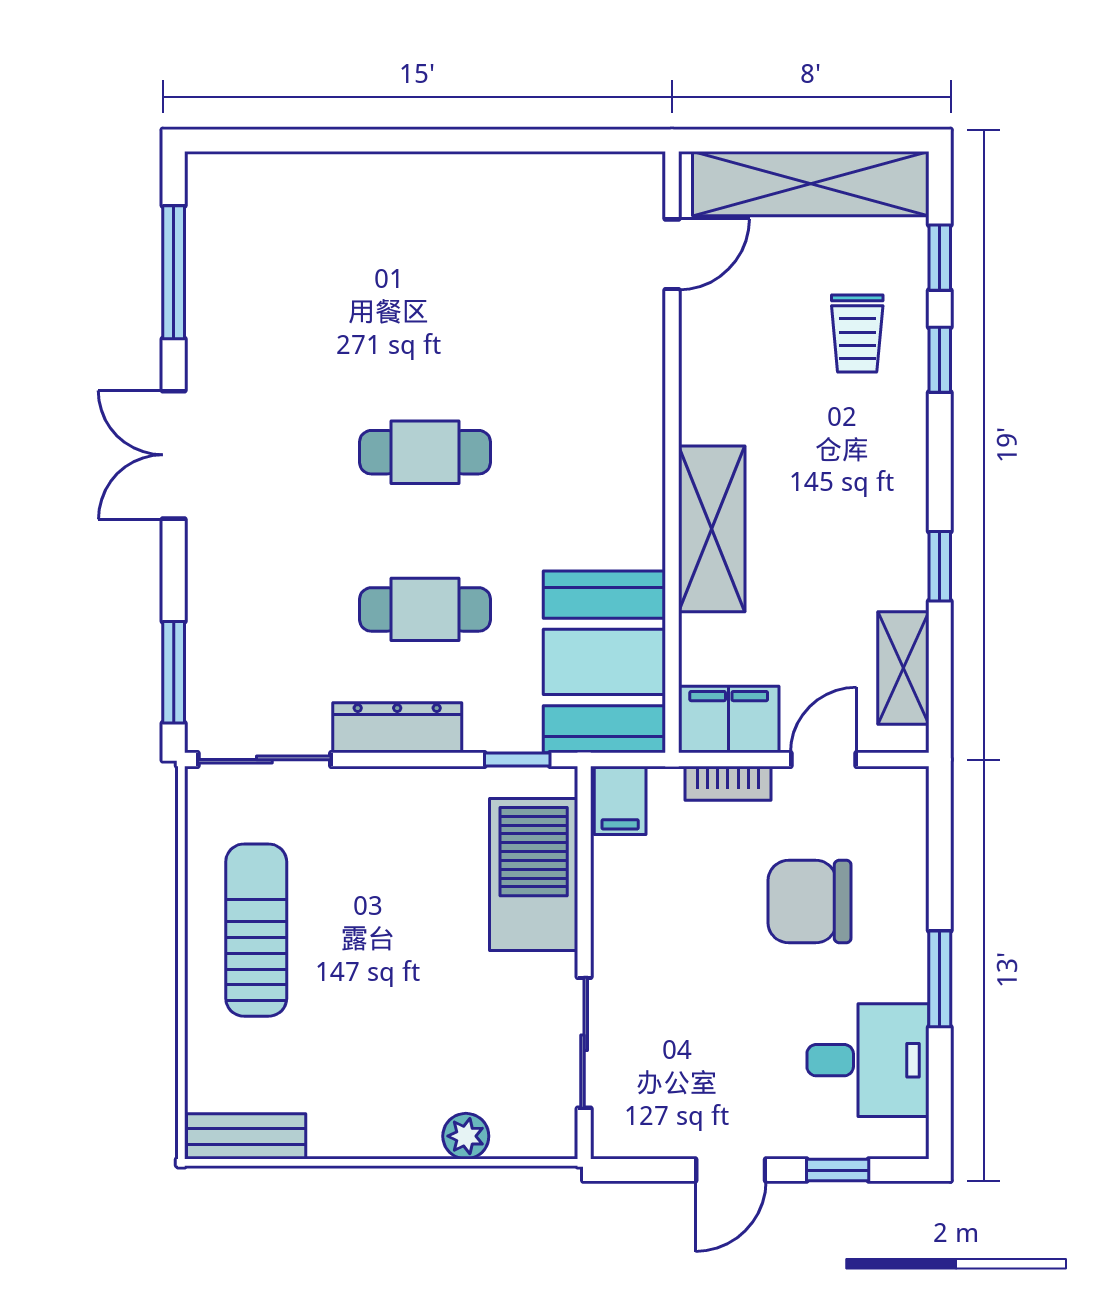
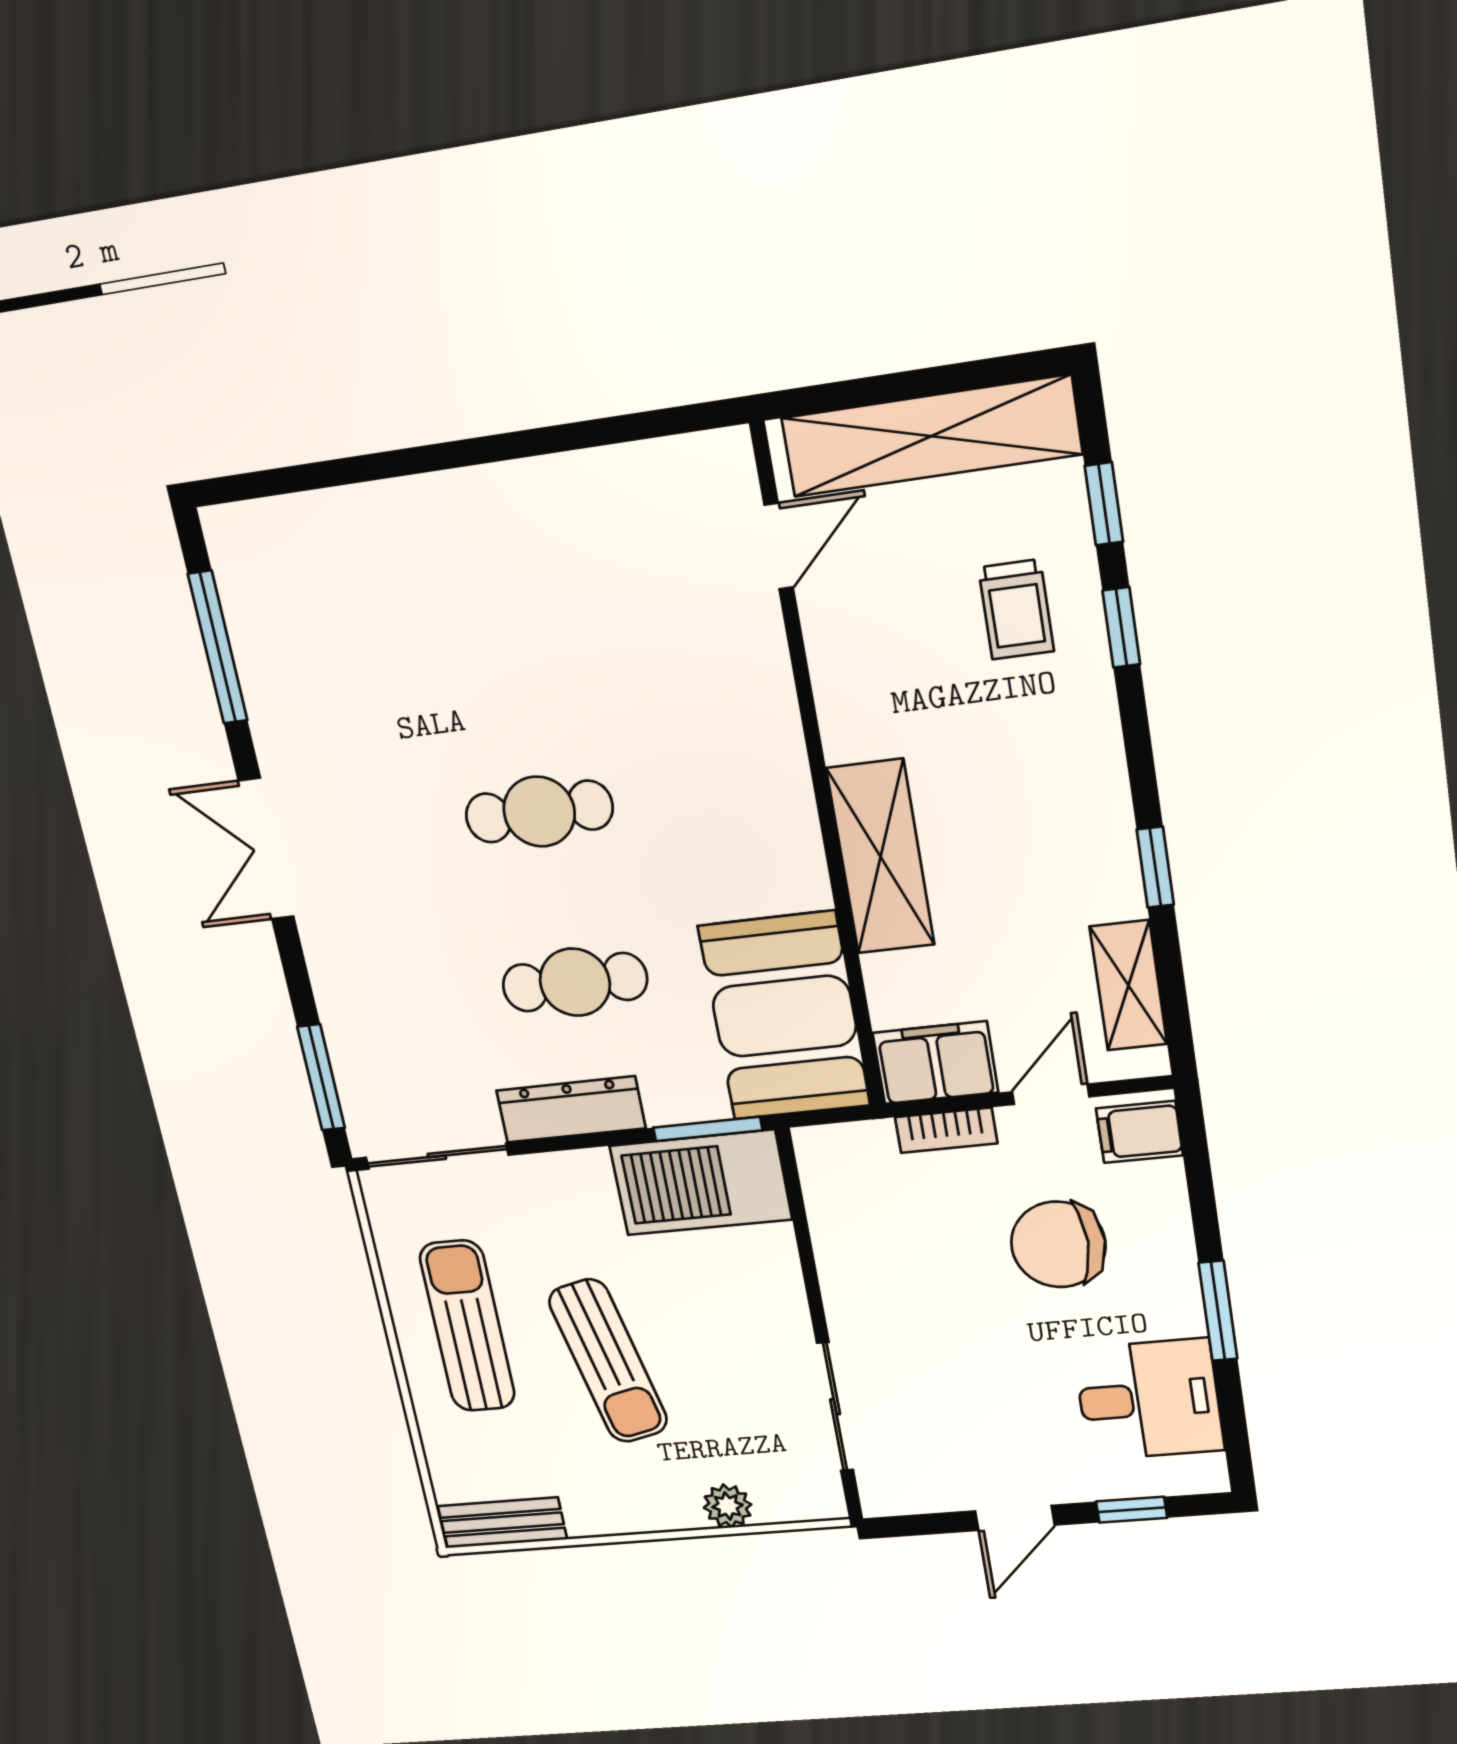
window: (517, 760) -> (708, 1129), width x1.50
filing cabinet: (620, 800) -> (1139, 1132), moved, turned 90
barbecue: (534, 874) -> (701, 1183), moved, turned -90
sun lounger: (382, 977) -> (608, 1361), added

